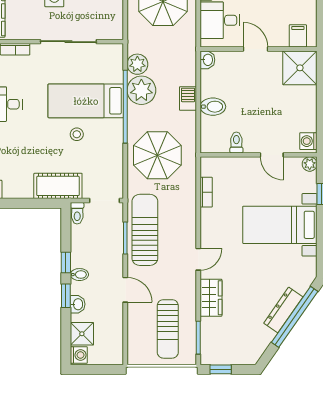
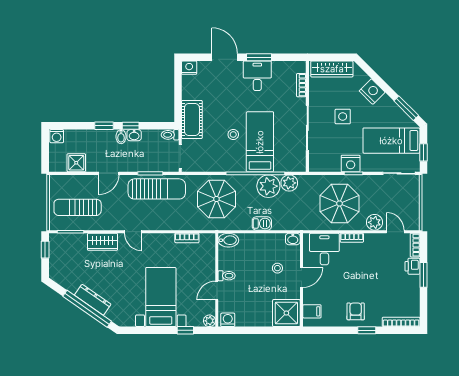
stool: (244, 79) -> (277, 268), added
bidet: (213, 107) -> (228, 240), moved, turned -90
toilet: (236, 142) -> (227, 276), moved
washbasin: (78, 304) -> (134, 135), moved
shower: (82, 334) -> (76, 163), moved

